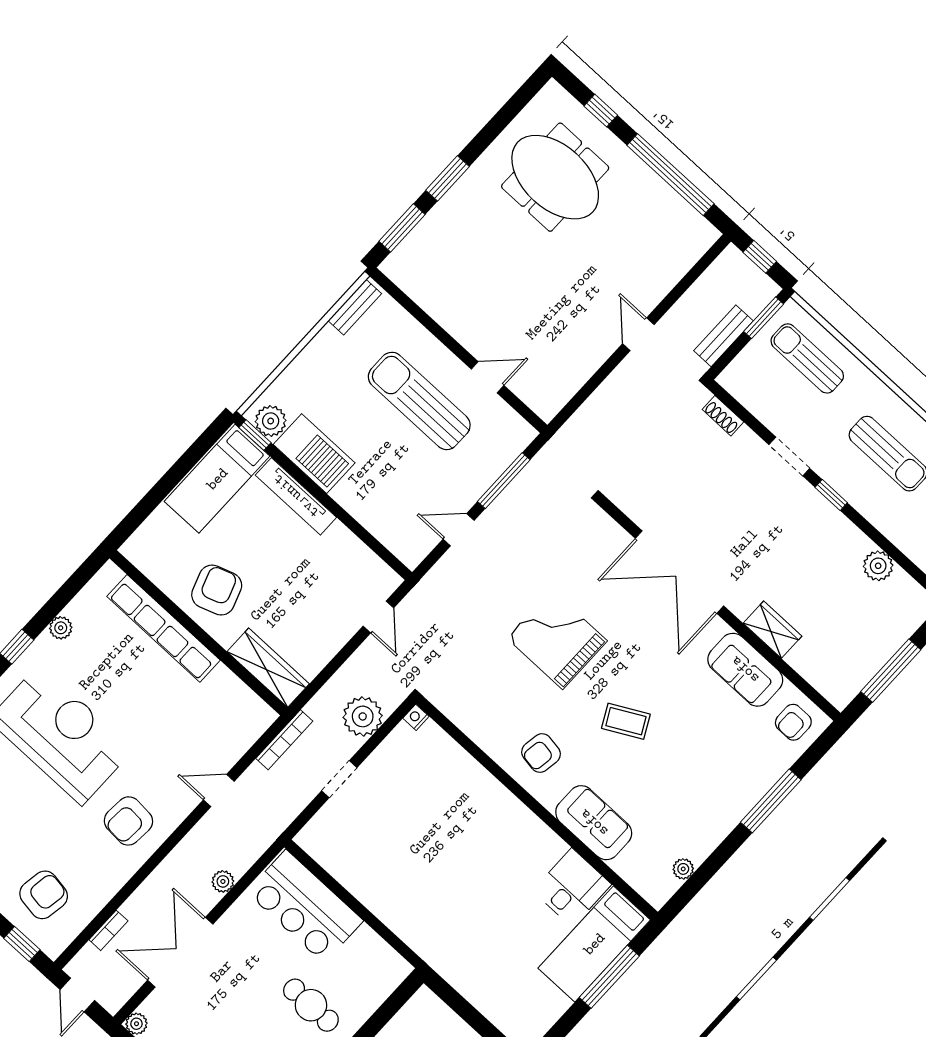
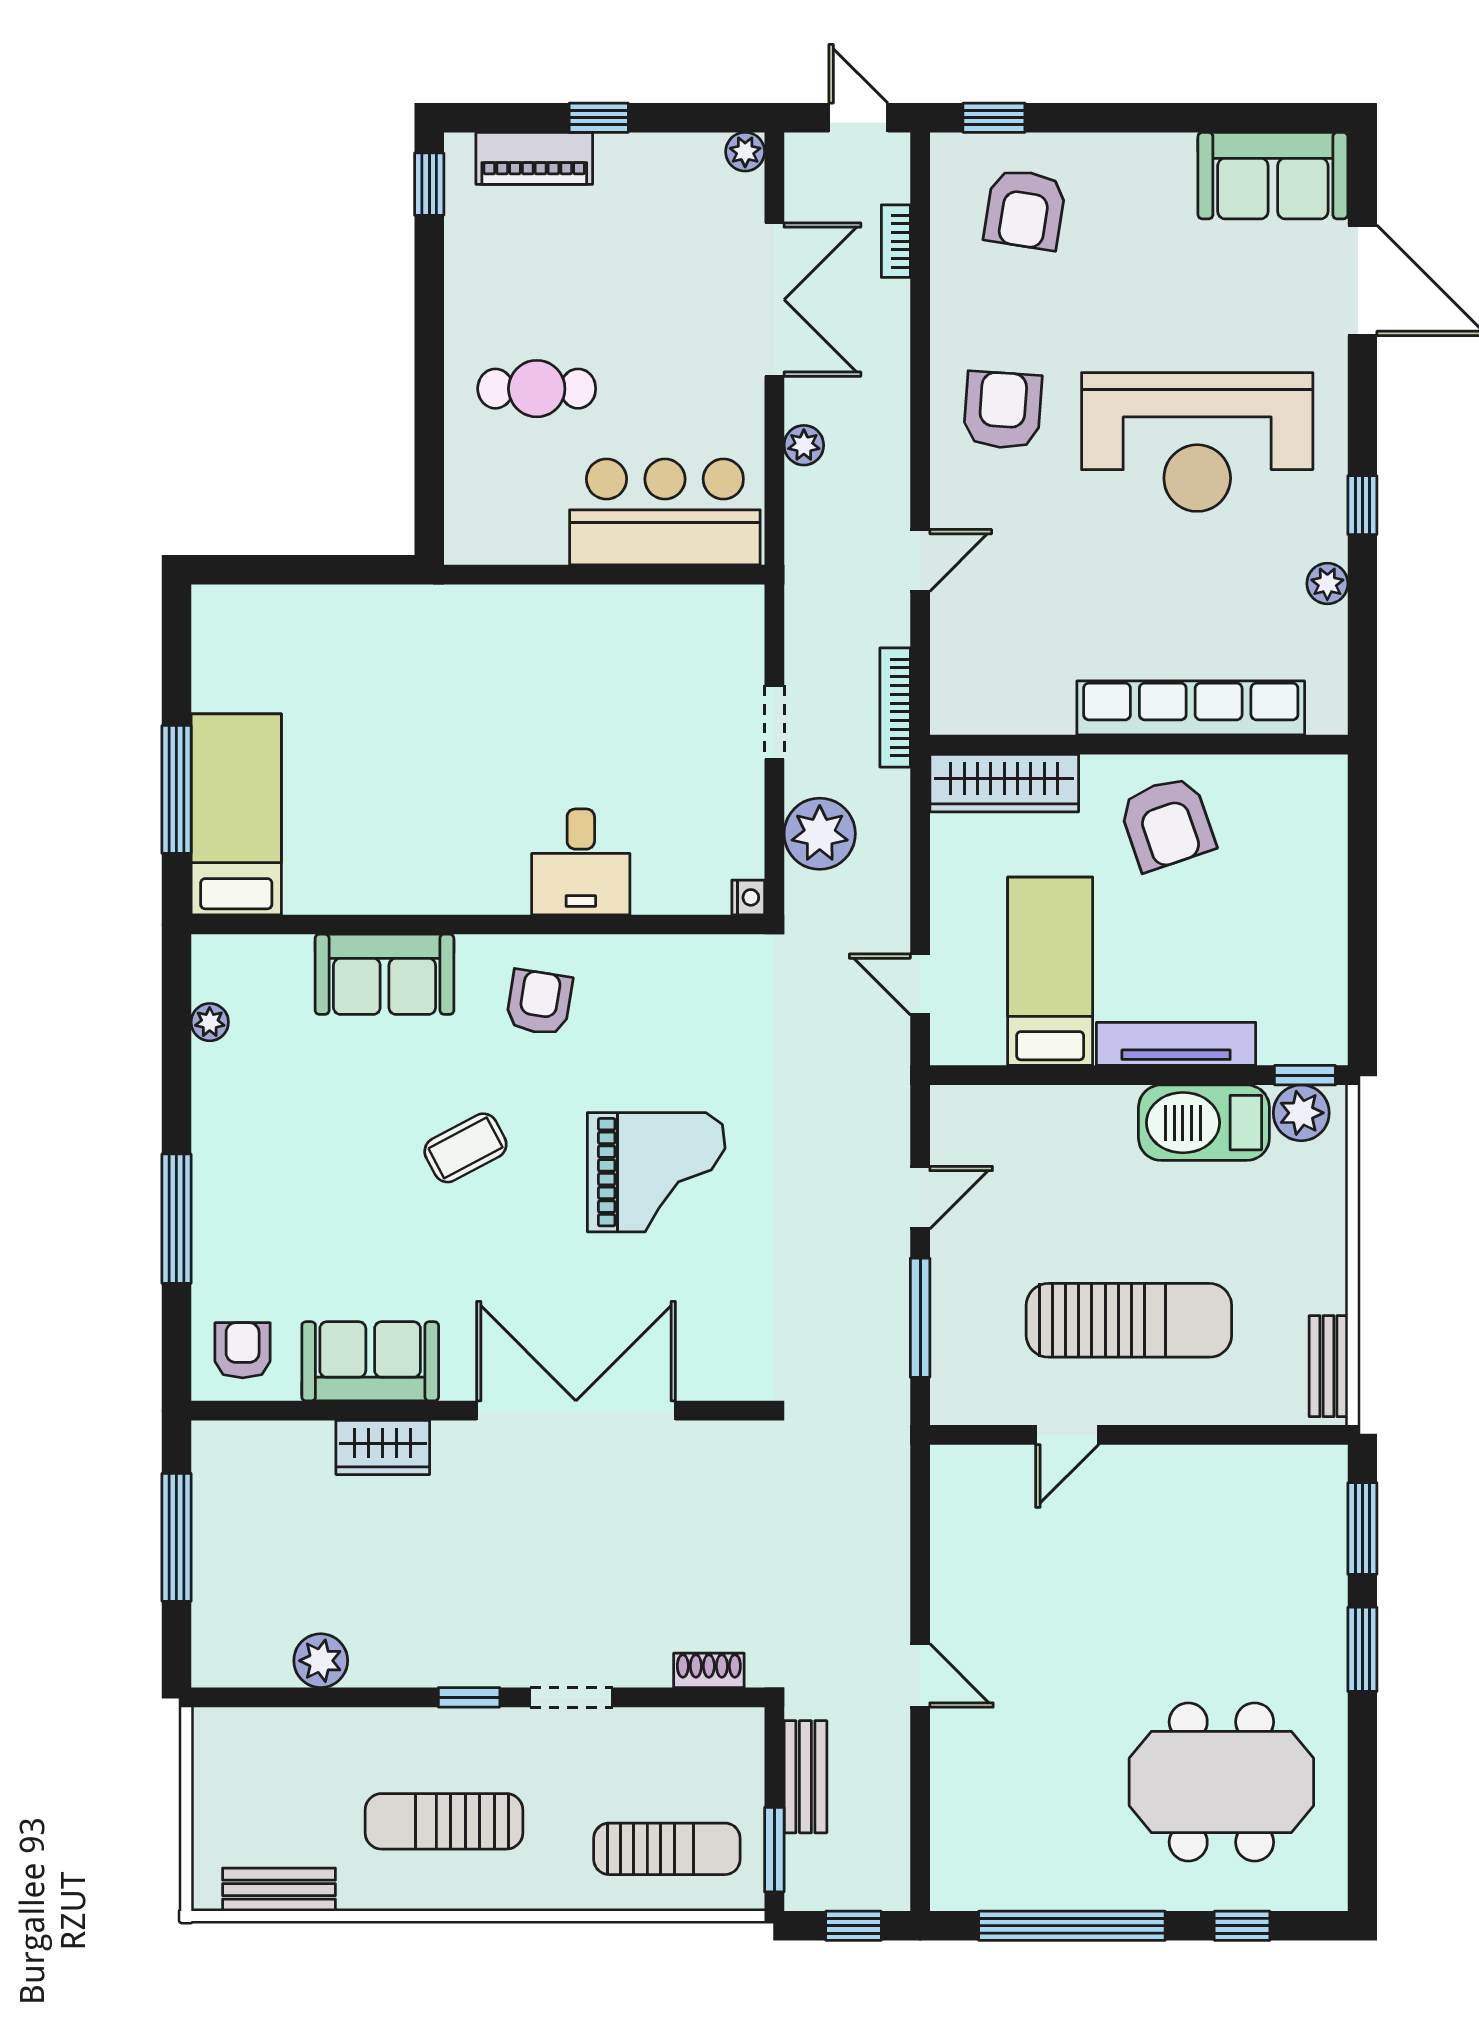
bed: (217, 479) -> (1050, 971), moved
desk: (572, 888) -> (581, 862), moved

